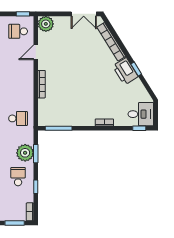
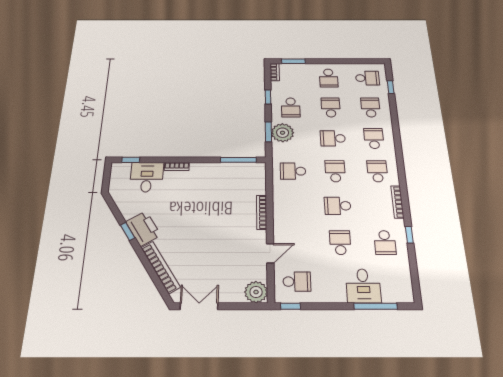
desk: (141, 114) -> (147, 177), moved, turned 90

